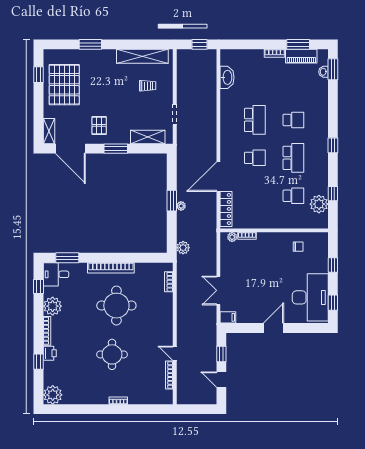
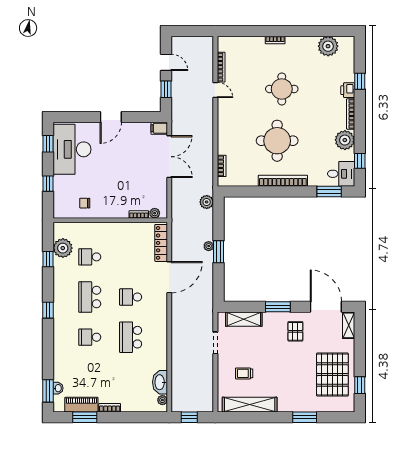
plant: (225, 61) -> (162, 400), added
double door: (218, 290) -> (169, 157), width x1.37
plant: (53, 395) -> (328, 46), moved

